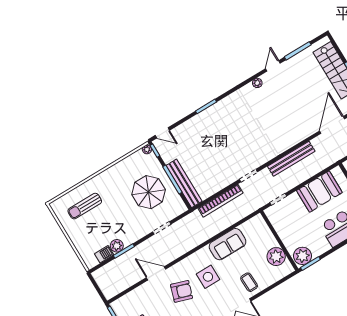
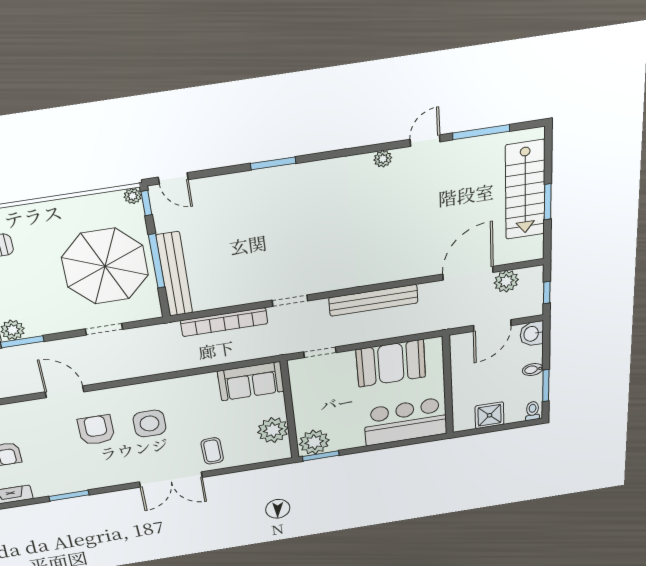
parasol: (149, 192) -> (105, 266), width x1.36, depth x1.36
sofa: (228, 244) -> (251, 381), moved
armchair: (182, 291) -> (96, 430), turned -108

